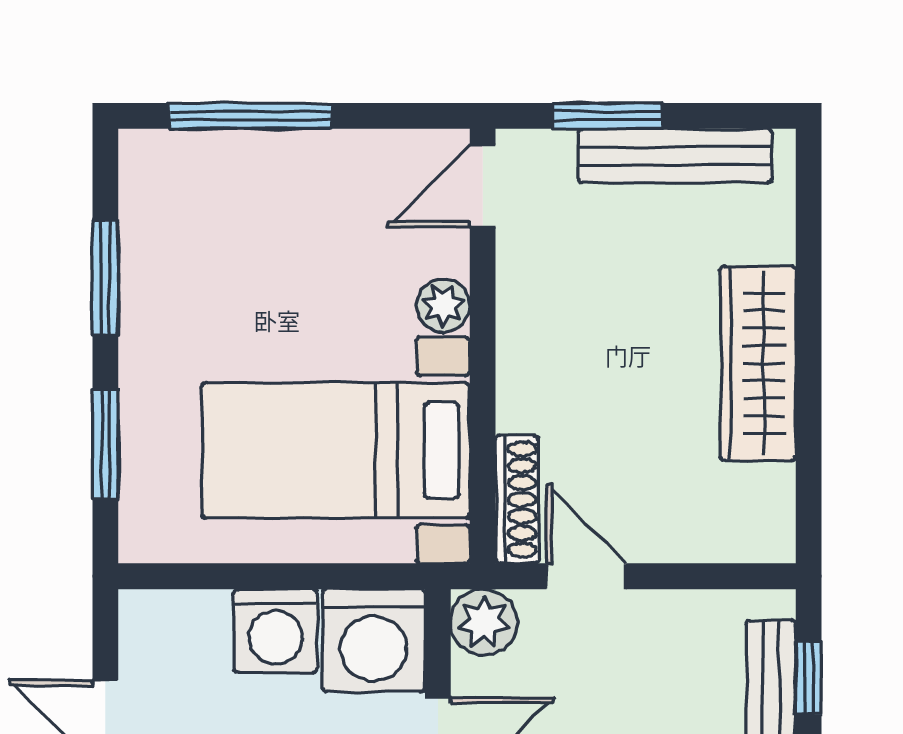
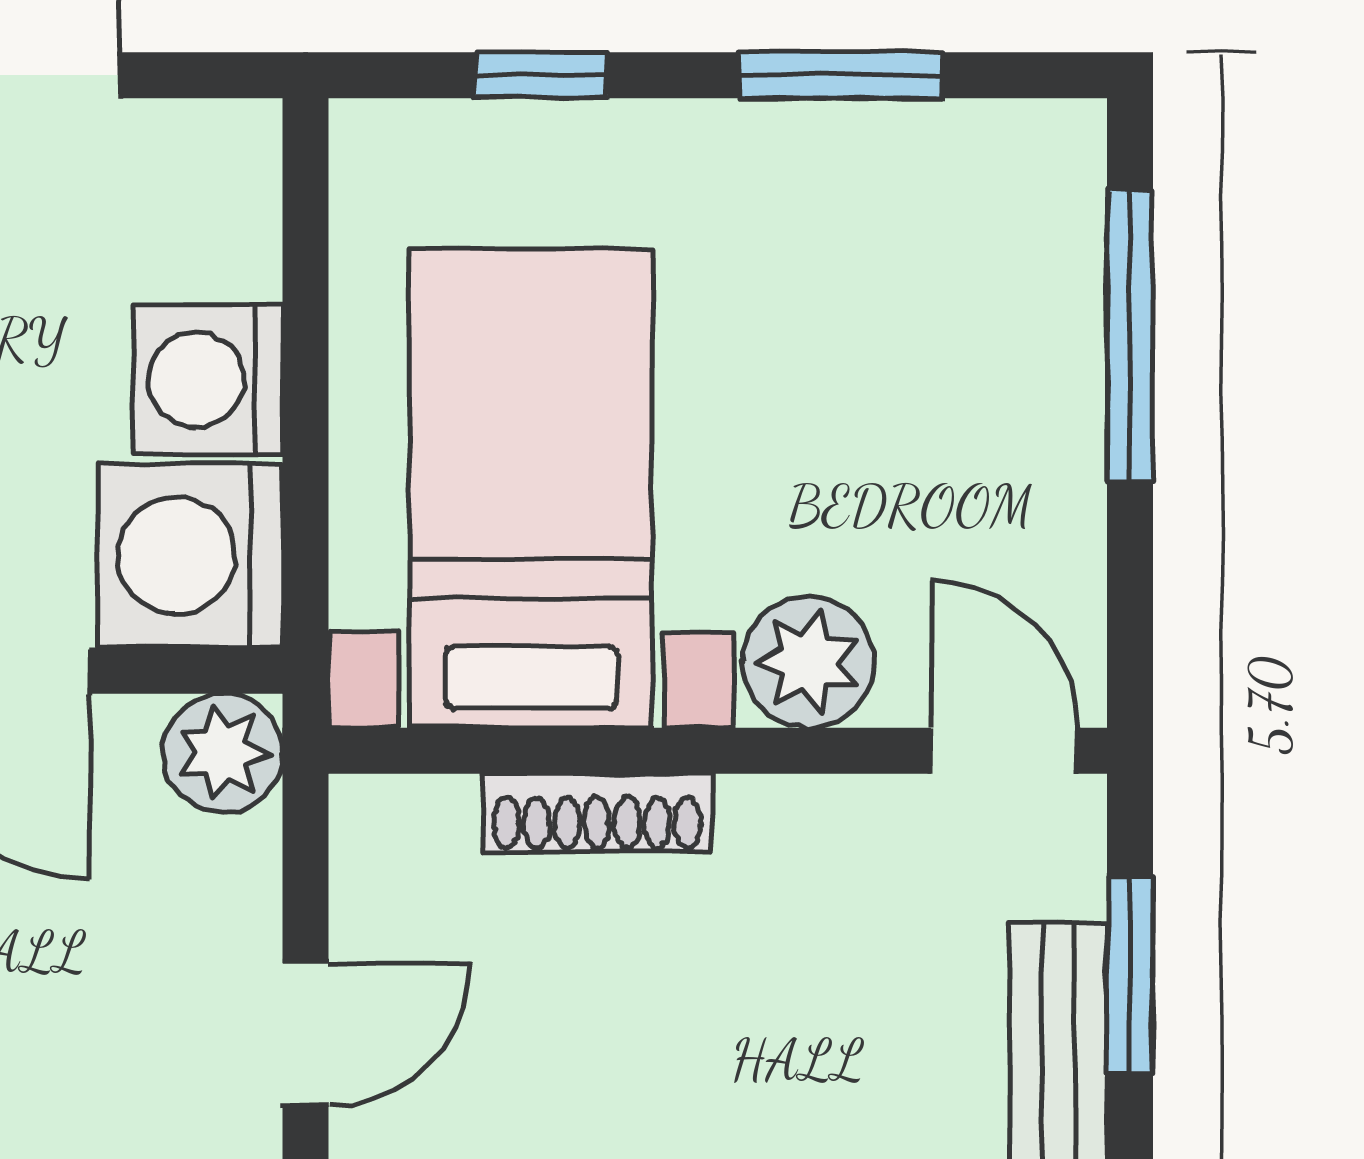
plant: (443, 305) -> (809, 662), width x1.38, depth x1.38
window: (105, 444) -> (542, 75), width x0.67
shoe rack: (517, 499) -> (597, 813), moved
door: (586, 576) -> (306, 1034), moved

